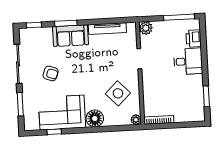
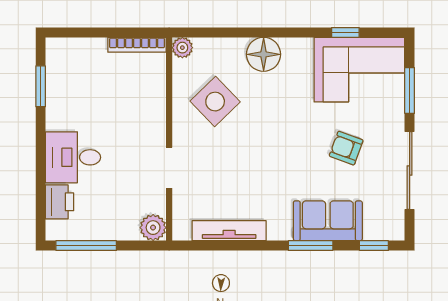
sofa: (71, 36) -> (328, 221), moved
corner sofa: (62, 113) -> (359, 70), moved

